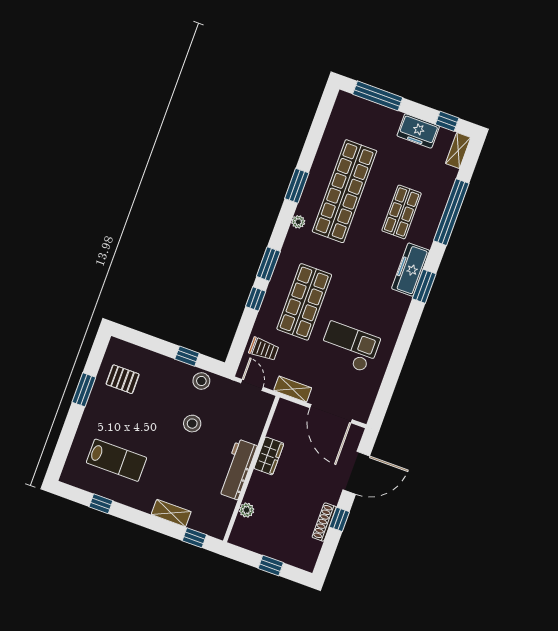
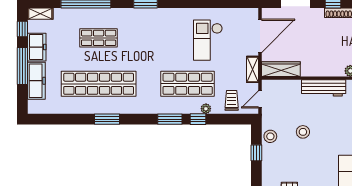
window: (378, 96) -> (22, 66), moved
plant: (298, 222) -> (206, 109), moved
freezer: (411, 270) -> (36, 81), moved, turned -90
wardrobe: (269, 456) -> (281, 69), moved, width x1.50

